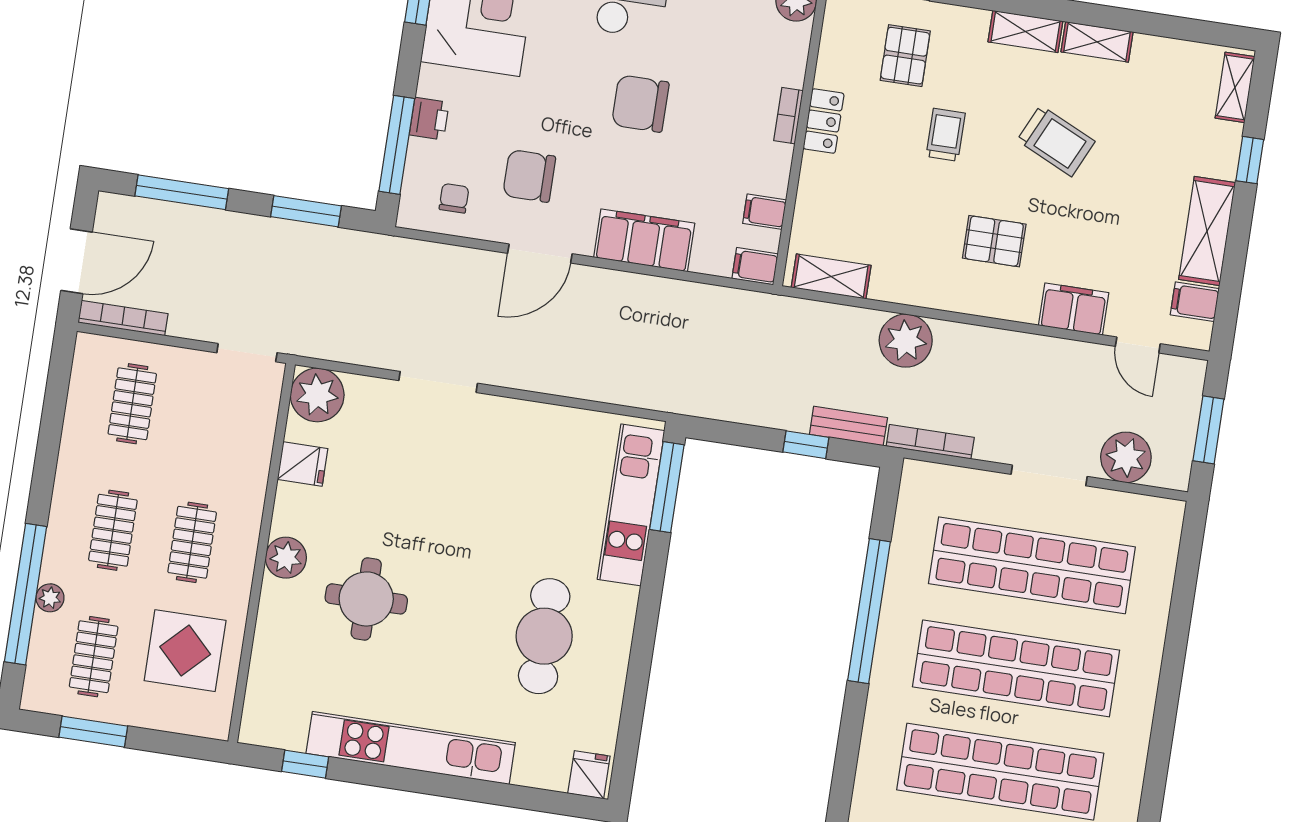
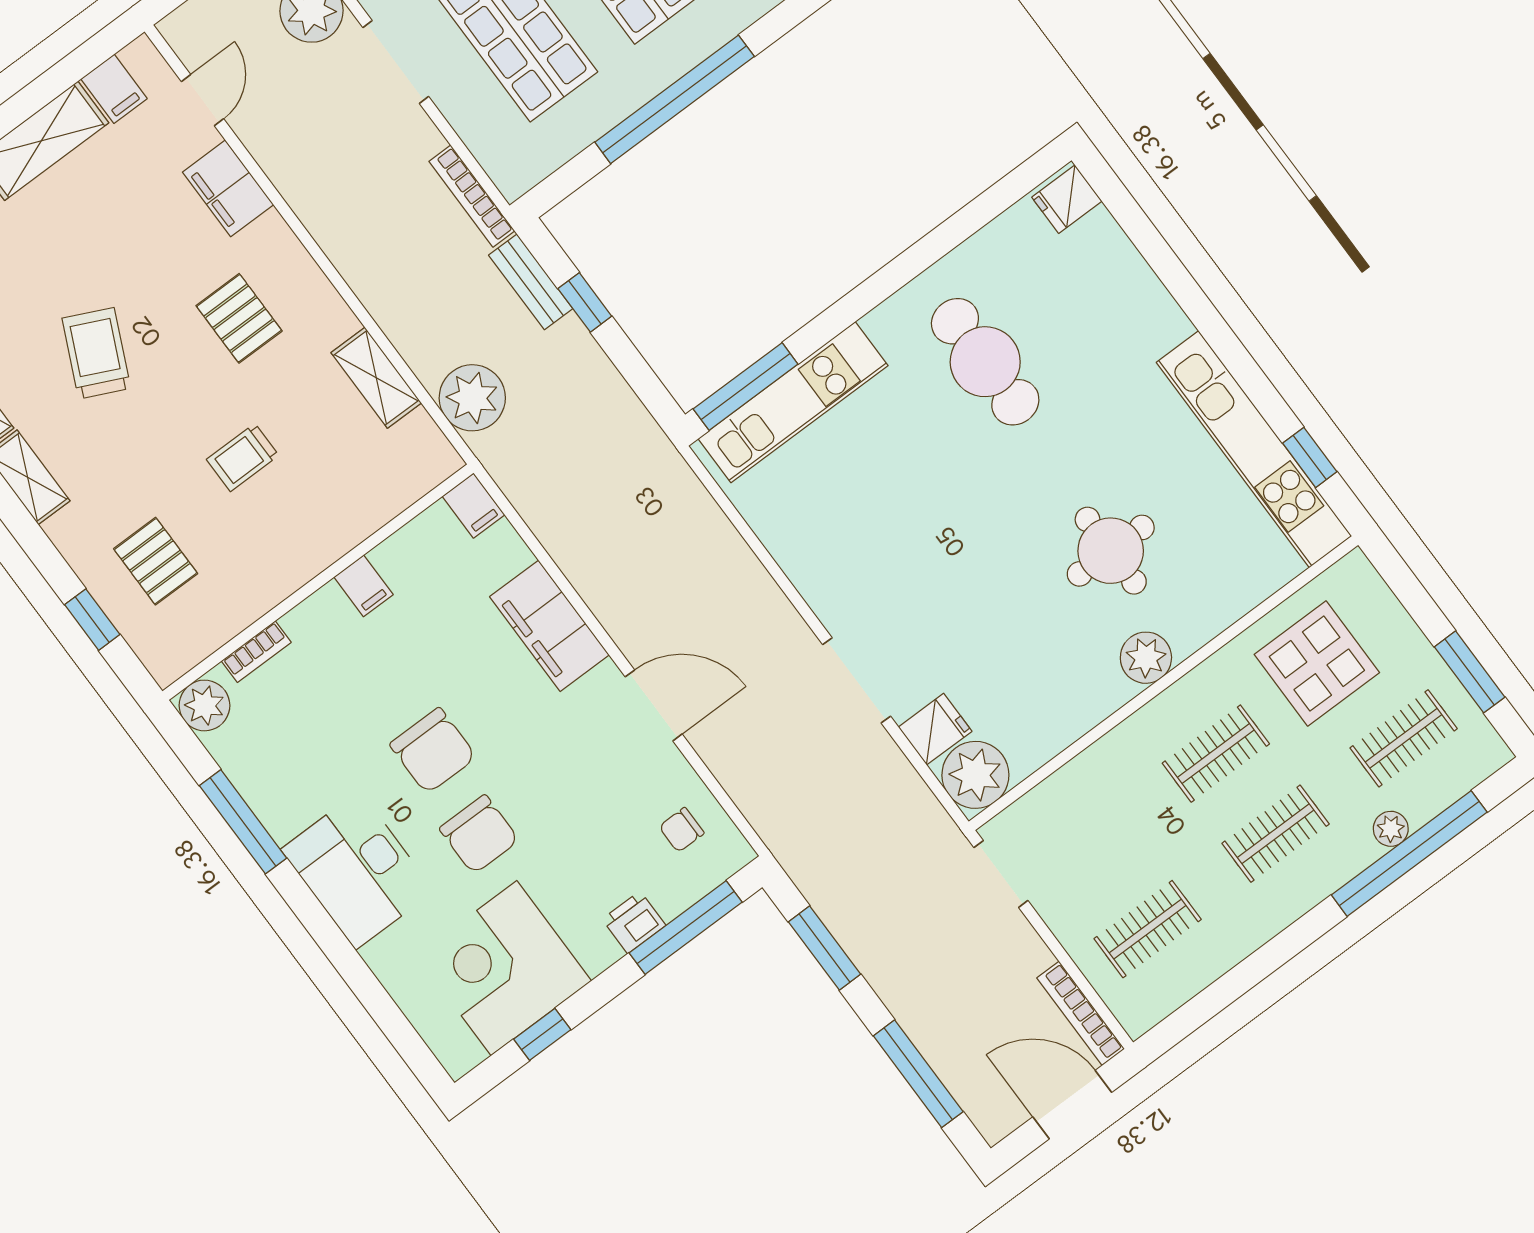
pallet: (905, 56) -> (156, 561), turned 90
bookcase: (788, 116) -> (256, 652), moved
locker: (824, 121) -> (285, 575), removed
trolley: (946, 135) -> (243, 457), moved
chair: (529, 176) -> (479, 834), moved
filing cabinet: (765, 212) -> (364, 586), moved
shelving: (831, 277) -> (376, 378), moved
plant: (906, 341) -> (472, 398), moved
fridge: (303, 464) -> (935, 729), moved, turned 90
cafe table: (544, 636) -> (985, 362), turned 90
kitchen unit: (411, 748) -> (1254, 449), moved

